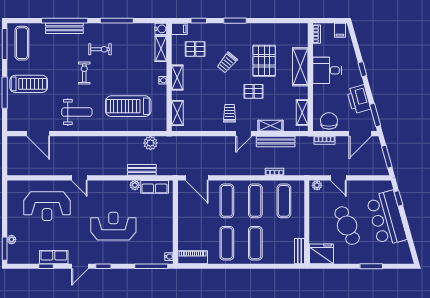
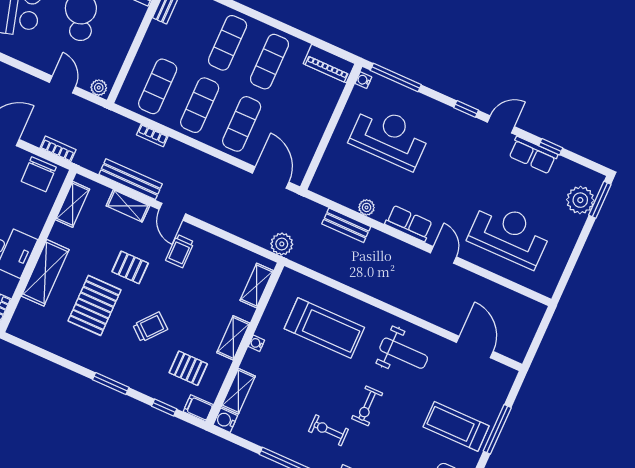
weight bench: (77, 112) -> (404, 353), turned 180
door: (244, 134) -> (172, 212), swing flipped
plant: (150, 143) -> (282, 244), moved
row of seats: (155, 187) -> (409, 223), moved
reception desk: (113, 226) -> (390, 137), moved, turned 180
plant: (12, 240) -> (580, 200), width x1.87, depth x1.87

